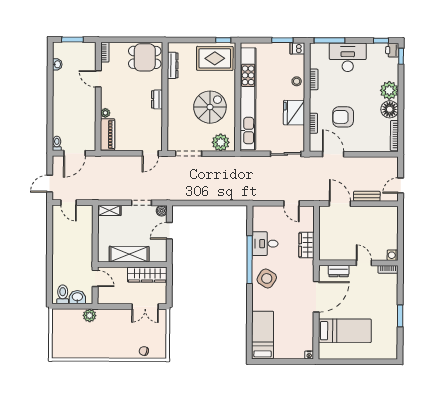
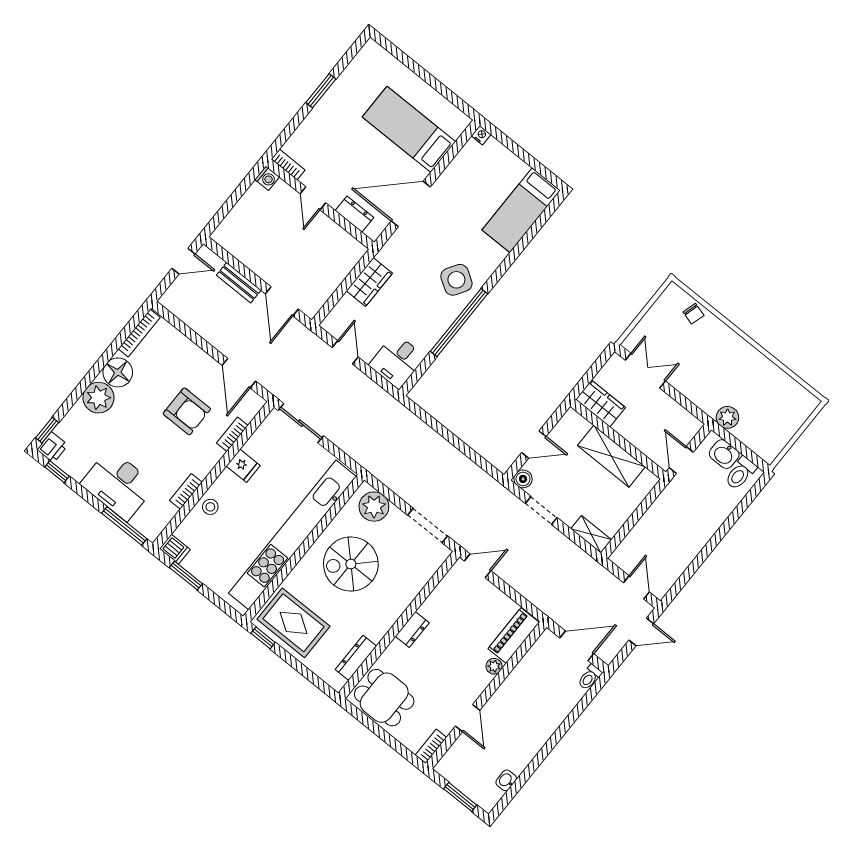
fridge: (294, 113) -> (243, 466), width x0.53, depth x0.75
desk: (265, 244) -> (397, 361), moved, turned 90
wardrobe: (147, 275) -> (601, 403), width x0.67

